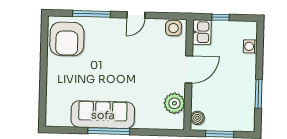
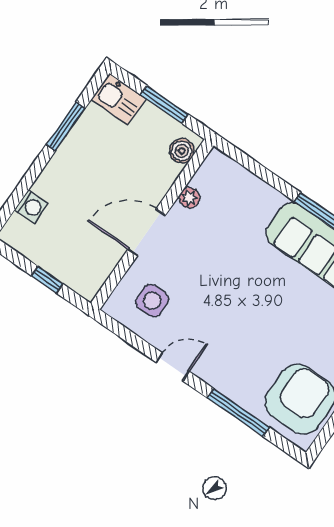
side table: (173, 28) -> (152, 301), moved
kitchen sink: (202, 32) -> (119, 99), moved, turned -90
plant: (174, 103) -> (190, 198), width x0.53, depth x0.53

